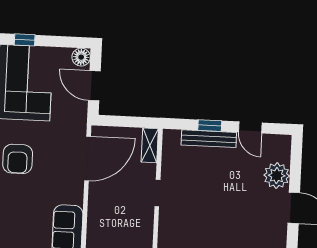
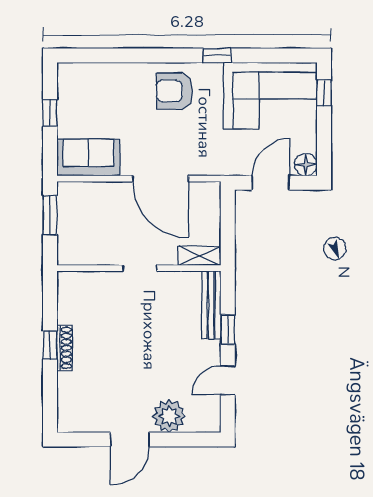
bench: (209, 139) -> (211, 305), moved
door: (88, 158) -> (160, 179), moved

